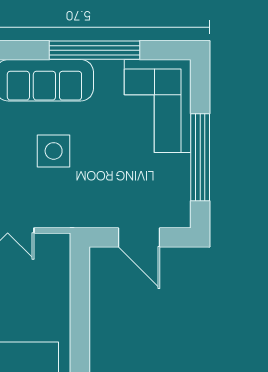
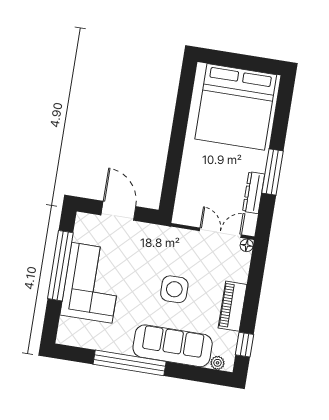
corner sofa: (158, 106) -> (92, 283), moved

